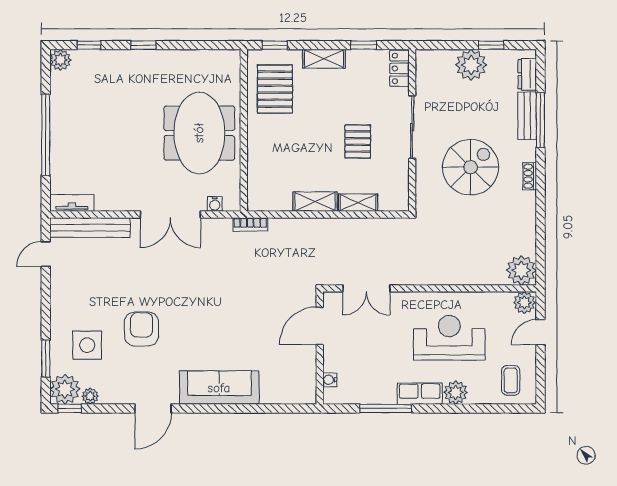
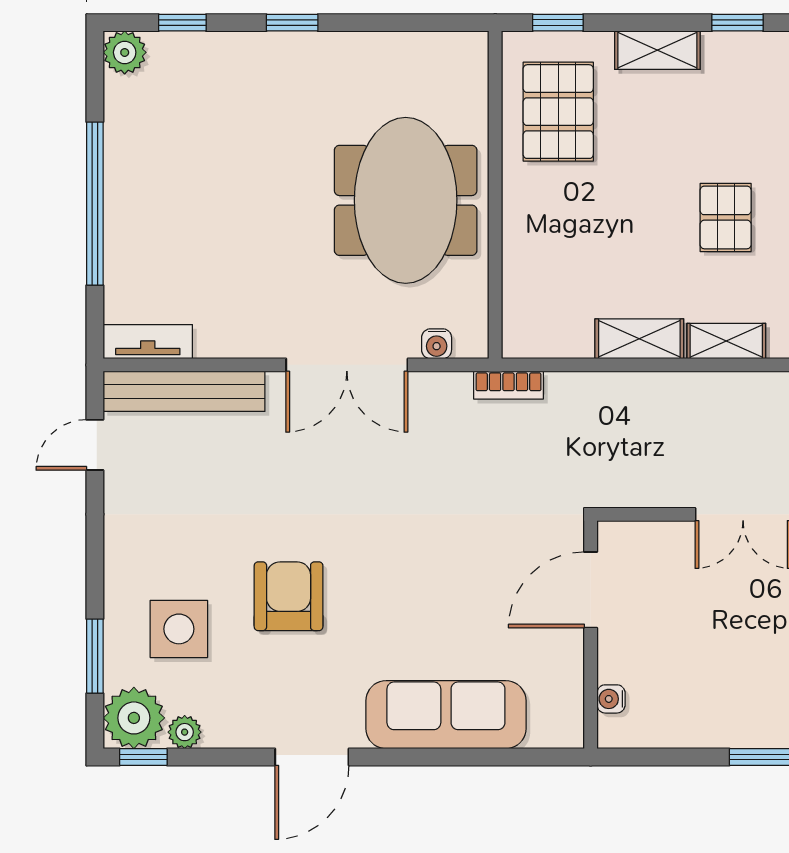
door: (320, 326) -> (591, 590), moved
wall: (320, 348) -> (591, 635), moved
water cooler: (330, 380) -> (611, 699), moved

